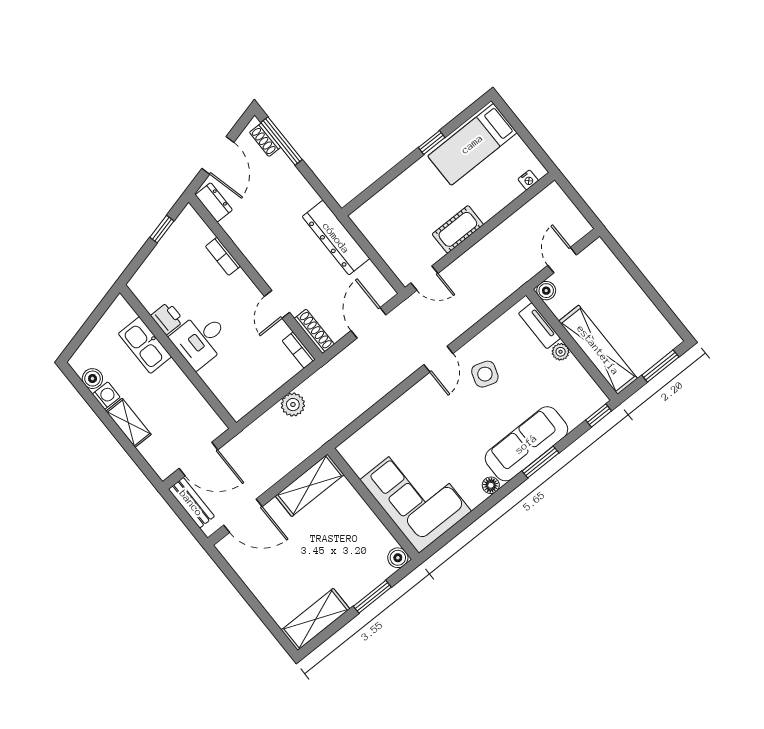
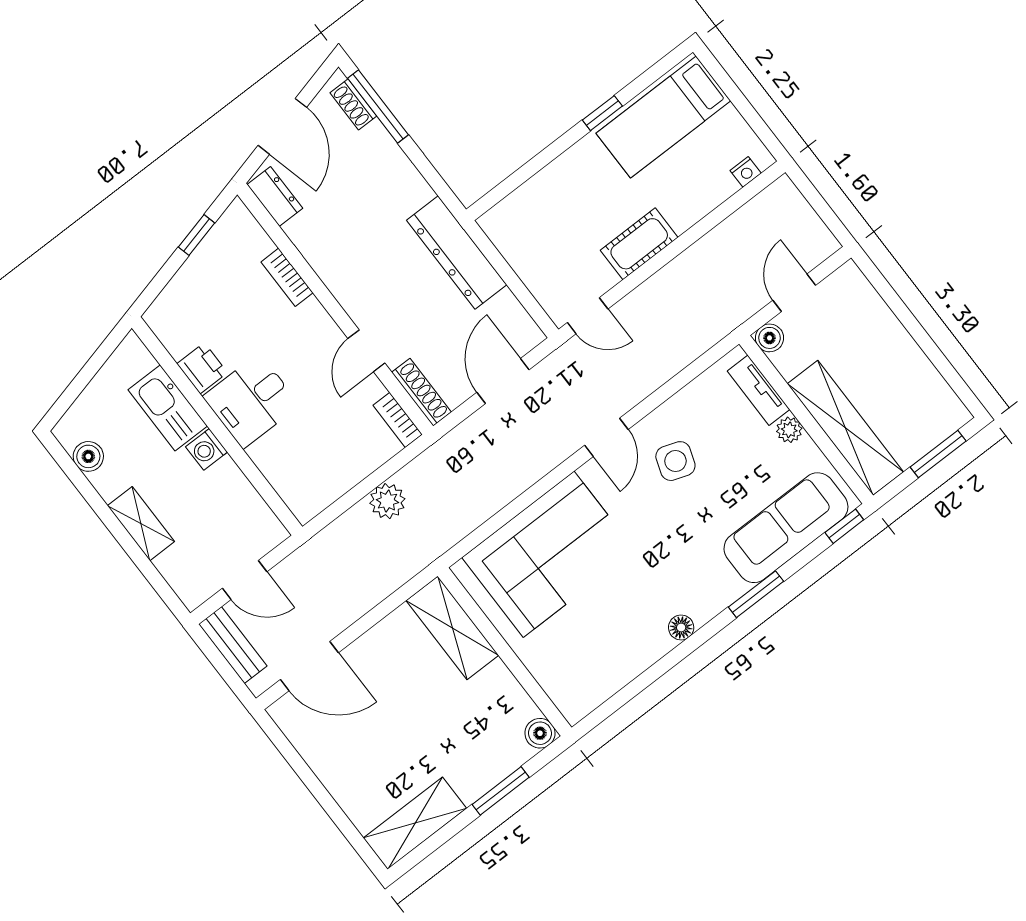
washing machine: (106, 396) -> (207, 449), moved, turned 180
sofa: (526, 444) -> (786, 528), moved
door: (198, 459) -> (245, 580), width x0.73
shelving: (310, 485) -> (452, 628), moved, turned 90
corner sofa: (416, 496) -> (549, 554), moved, turned 90

